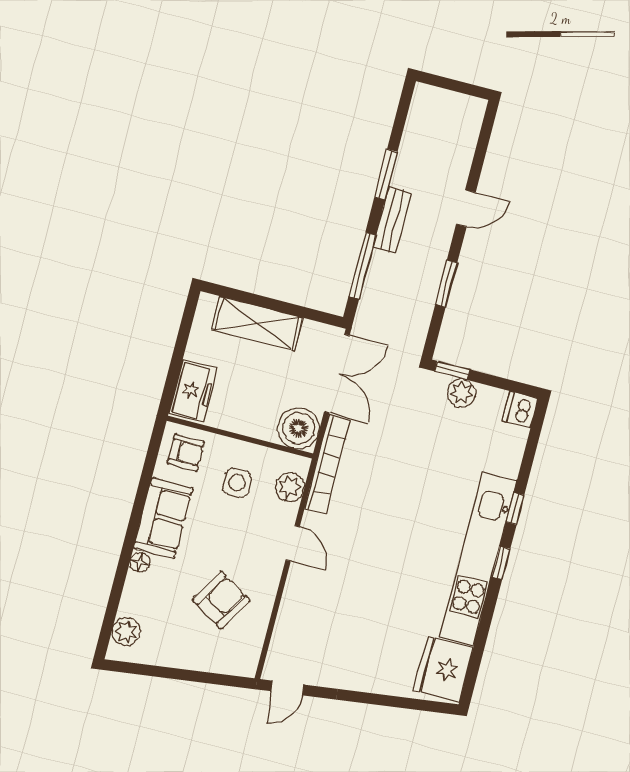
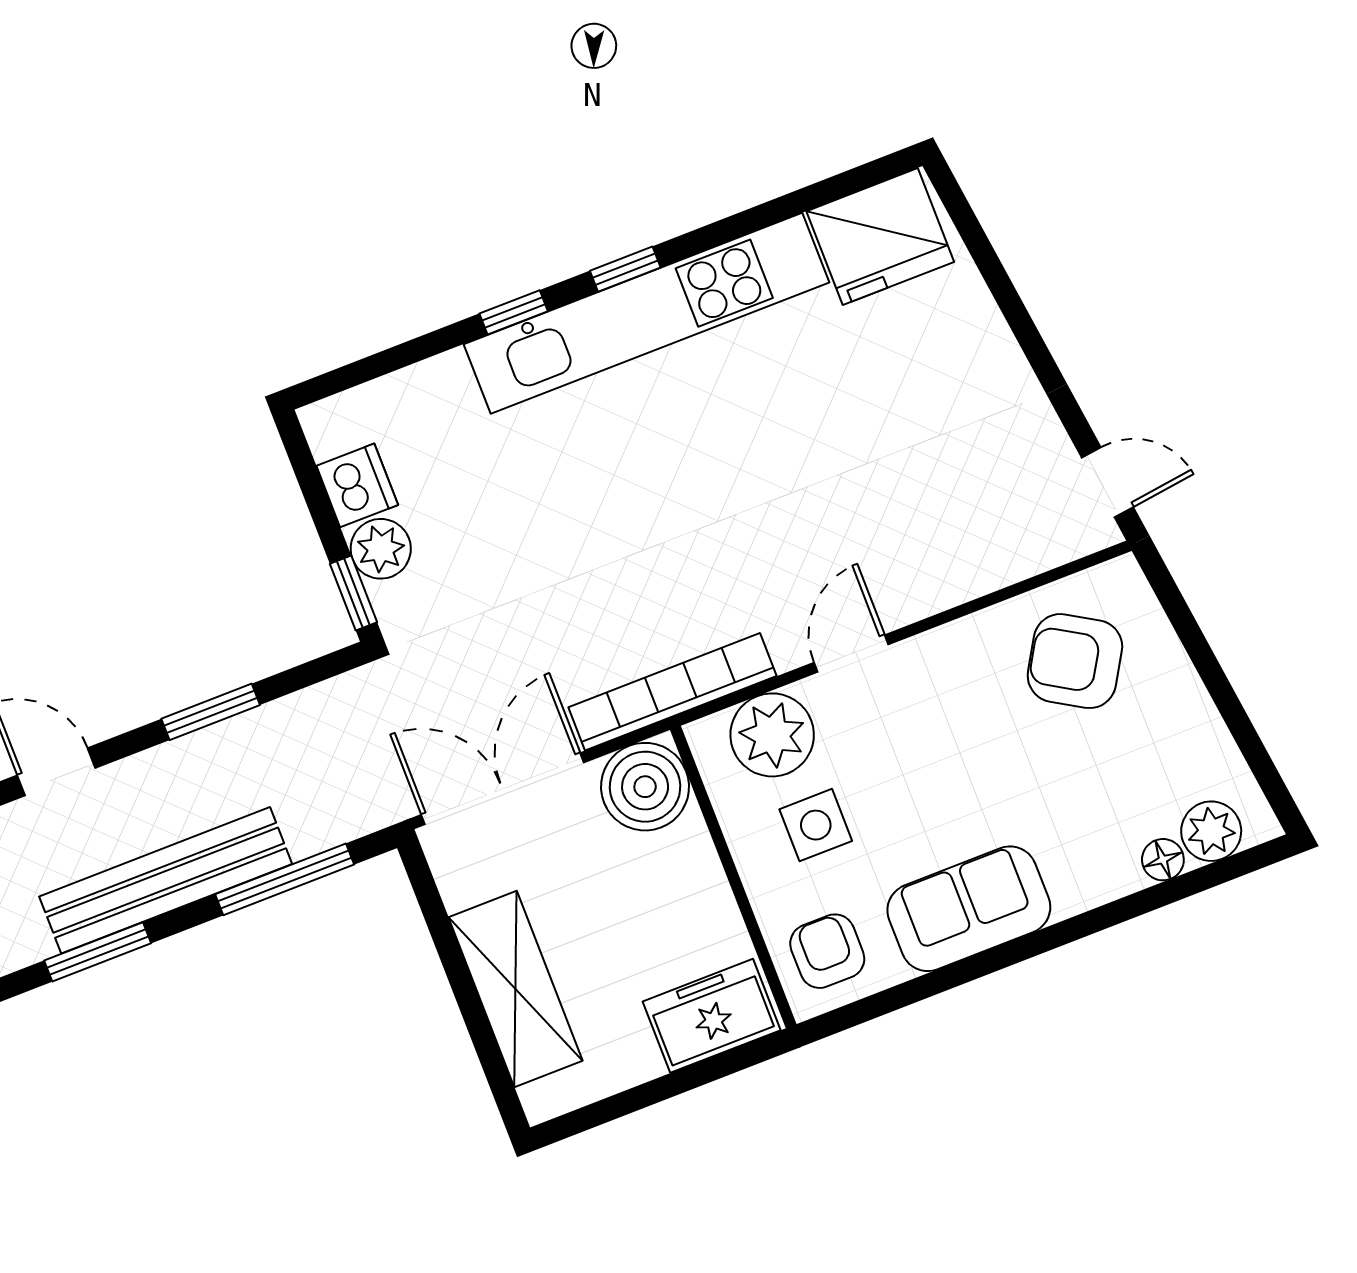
bench: (392, 219) -> (166, 880), width x1.86, depth x1.21
dishwasher: (520, 410) -> (357, 485), moved, turned -90
plant: (290, 487) -> (772, 735), width x1.36, depth x1.36
floor lamp: (140, 562) -> (1163, 860), moved
armchair: (221, 600) -> (1075, 661), moved

